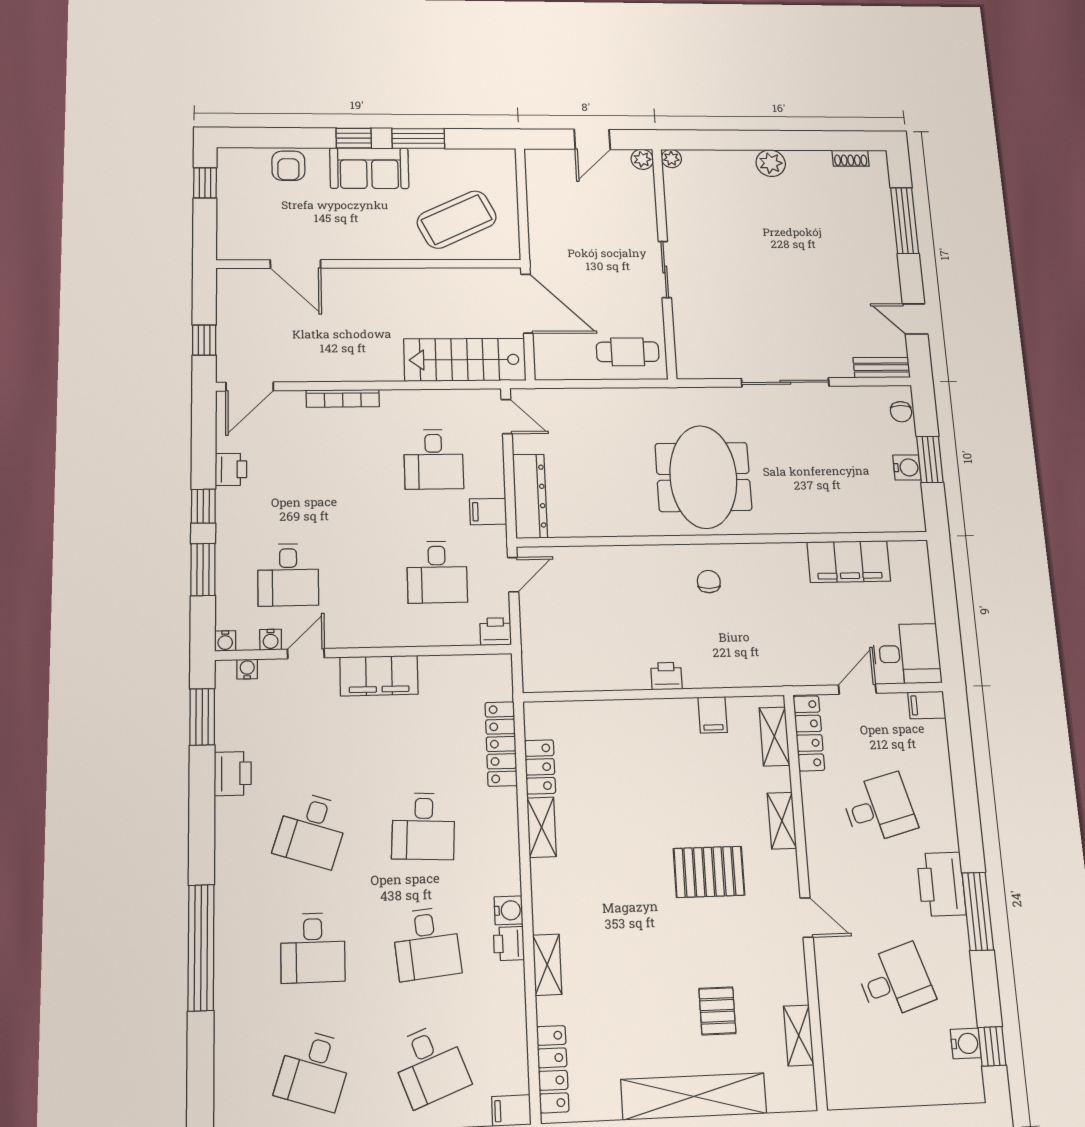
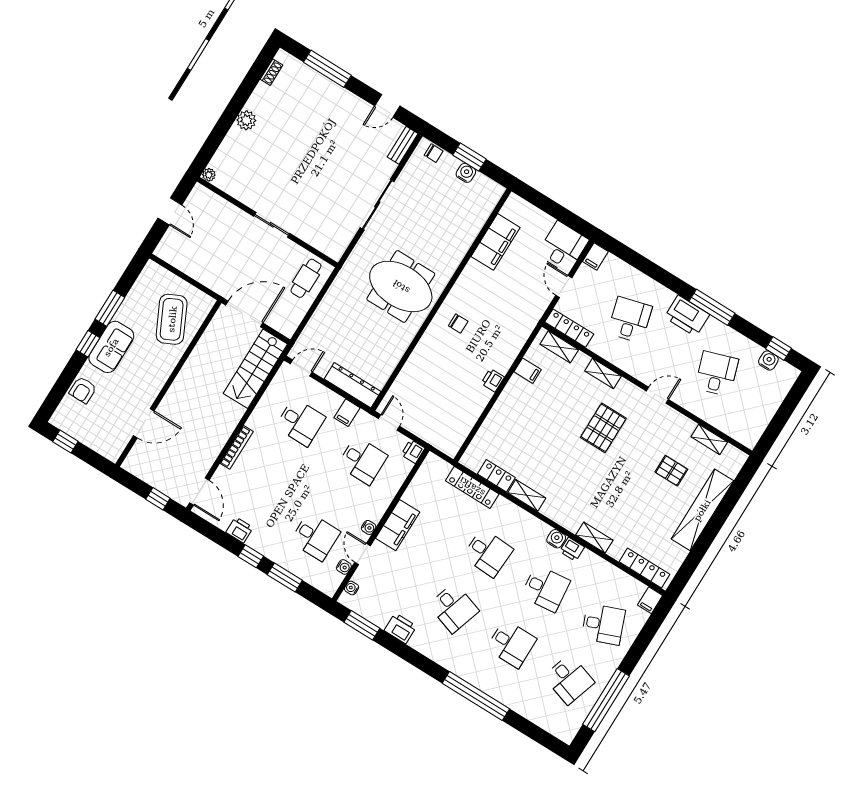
plant: (642, 159) -> (199, 192), removed
armchair: (288, 166) -> (83, 390), turned 90
chair: (709, 582) -> (458, 324), turned 180
water cooler: (225, 641) -> (369, 527), moved

